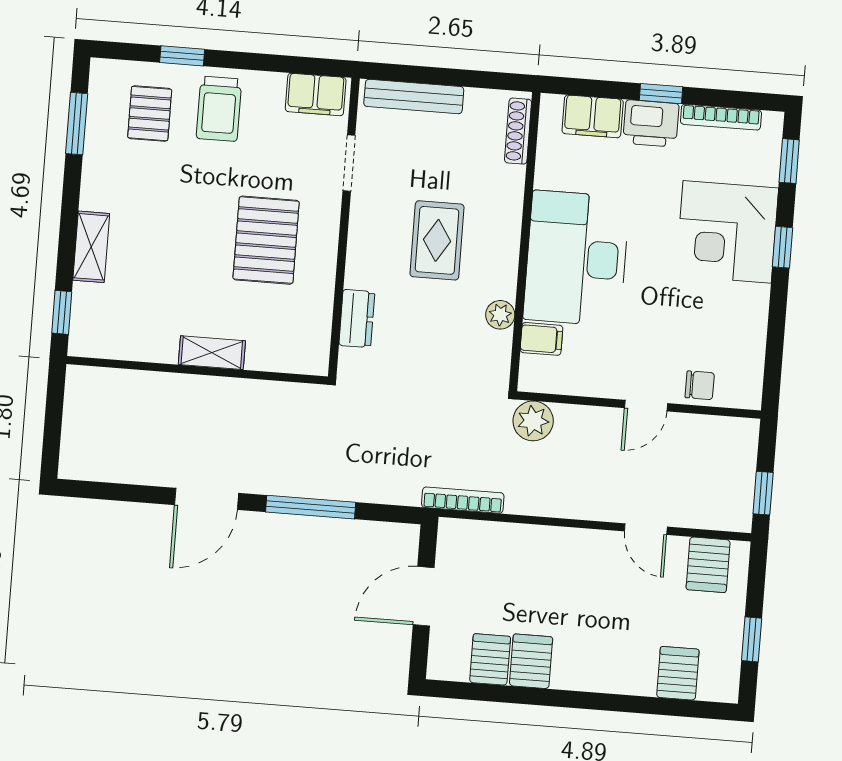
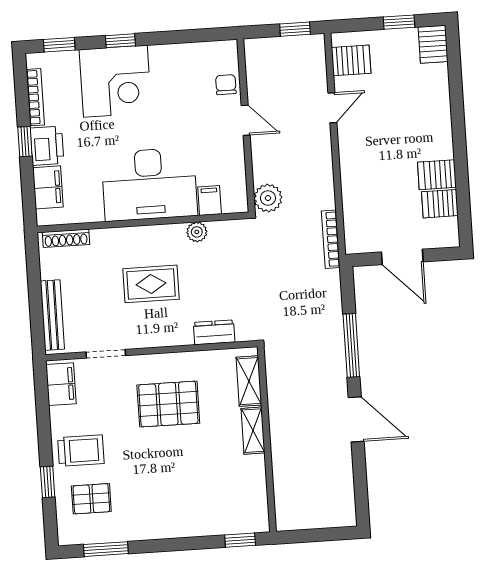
shelving: (91, 247) -> (249, 381), moved, turned 90
server rack: (678, 673) -> (433, 44), moved, turned -90

